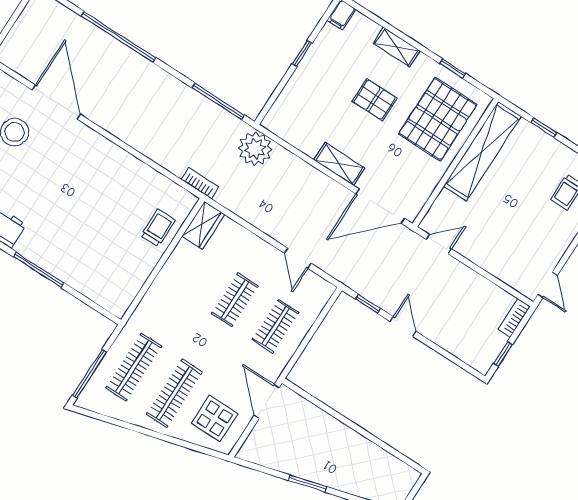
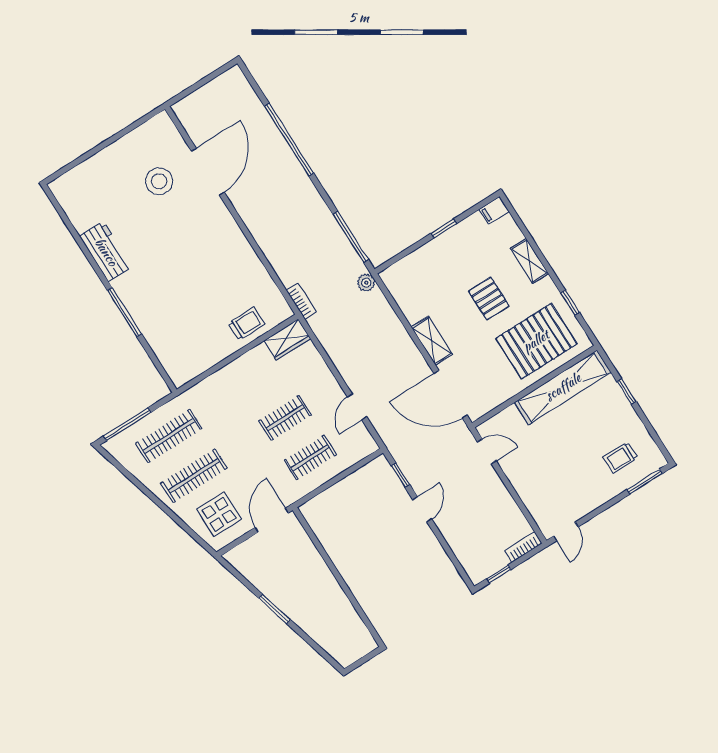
plant: (255, 149) -> (366, 283), width x0.53, depth x0.53

